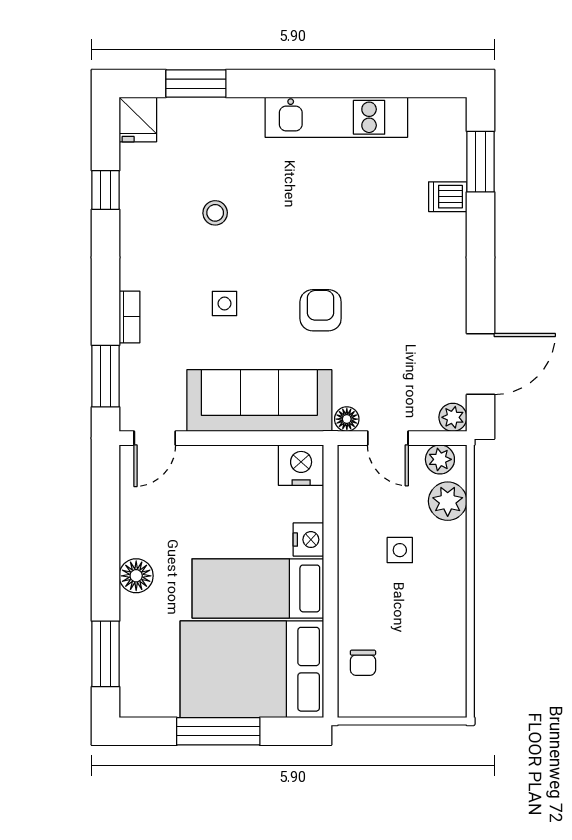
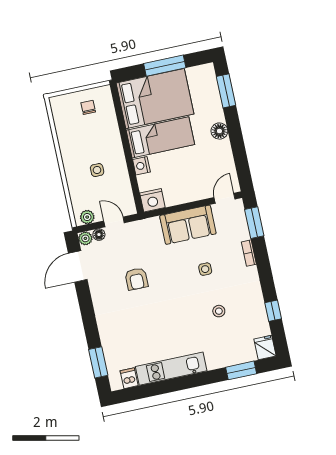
dishwasher: (448, 197) -> (129, 378), moved, turned -90
armchair: (321, 310) -> (136, 279), moved
sofa: (259, 400) -> (188, 225), width x0.73
floor lamp: (347, 419) -> (99, 235), moved
plant: (448, 501) -> (79, 198), removed
chair: (363, 663) -> (88, 107), moved

